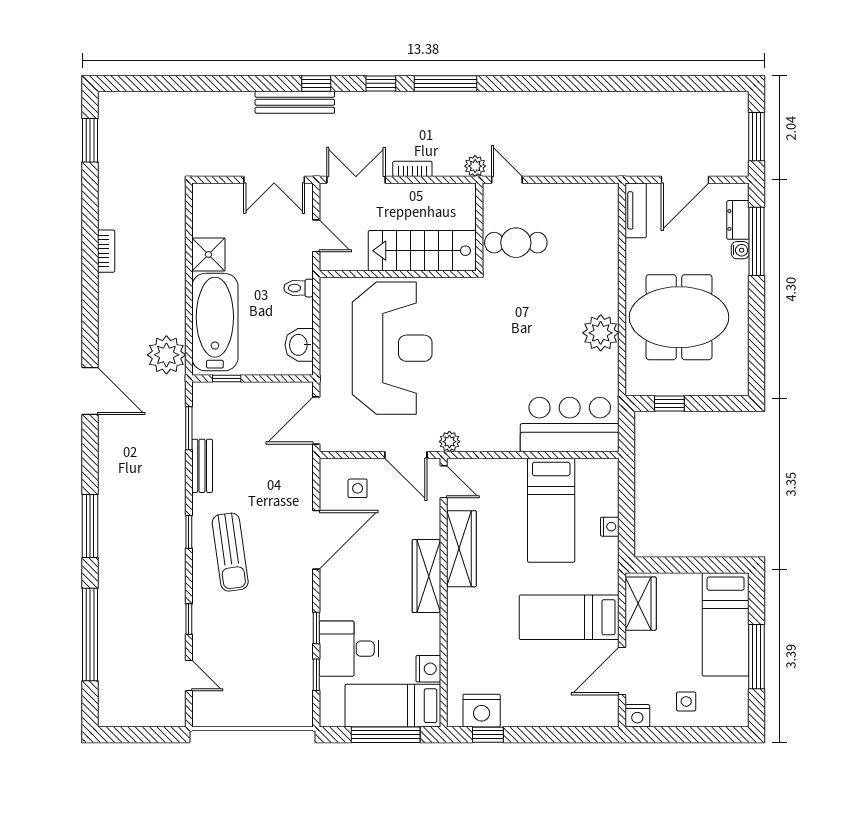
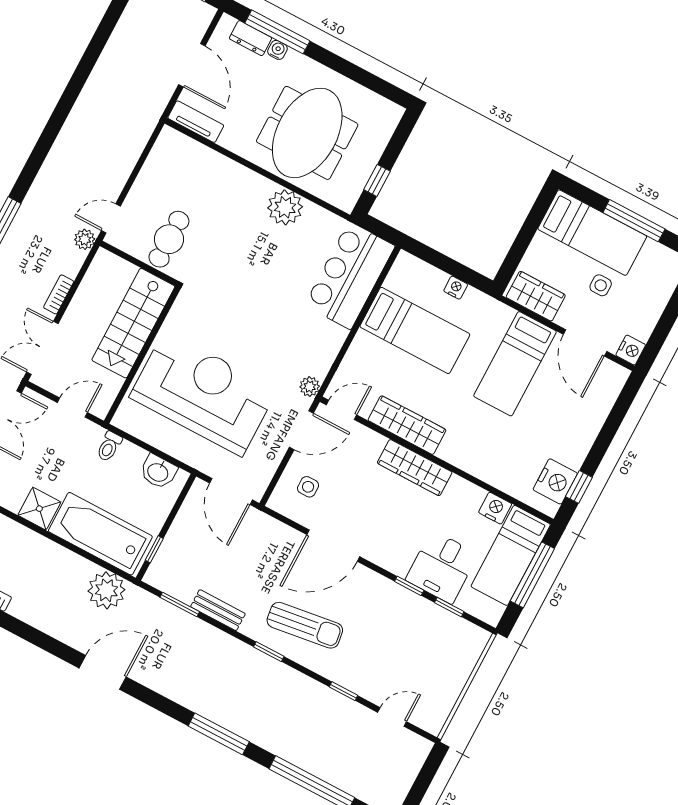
door: (316, 540) -> (333, 546), swing flipped
side table: (686, 701) -> (601, 285), moved

